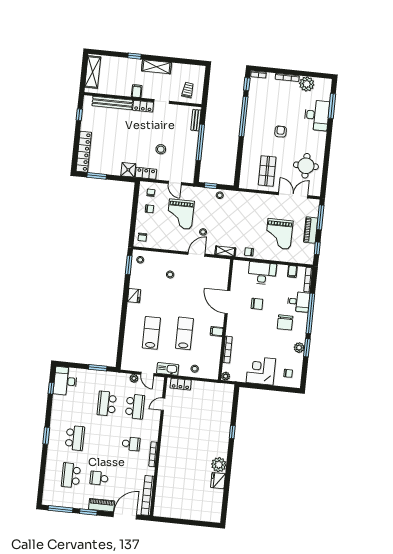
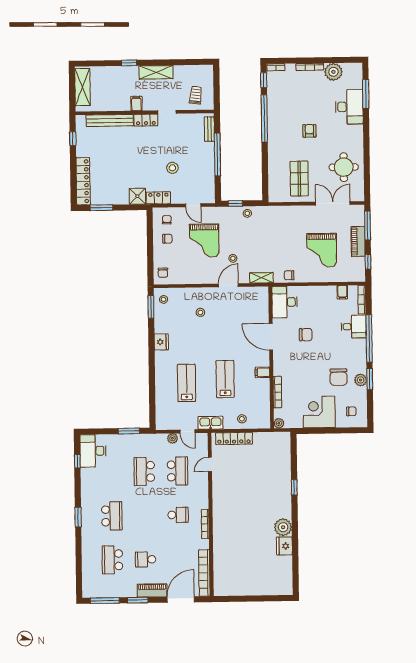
desk: (262, 273) -> (285, 302), moved, turned -90
chair: (285, 322) -> (339, 377), moved
locker: (181, 384) -> (234, 439), width x1.53

